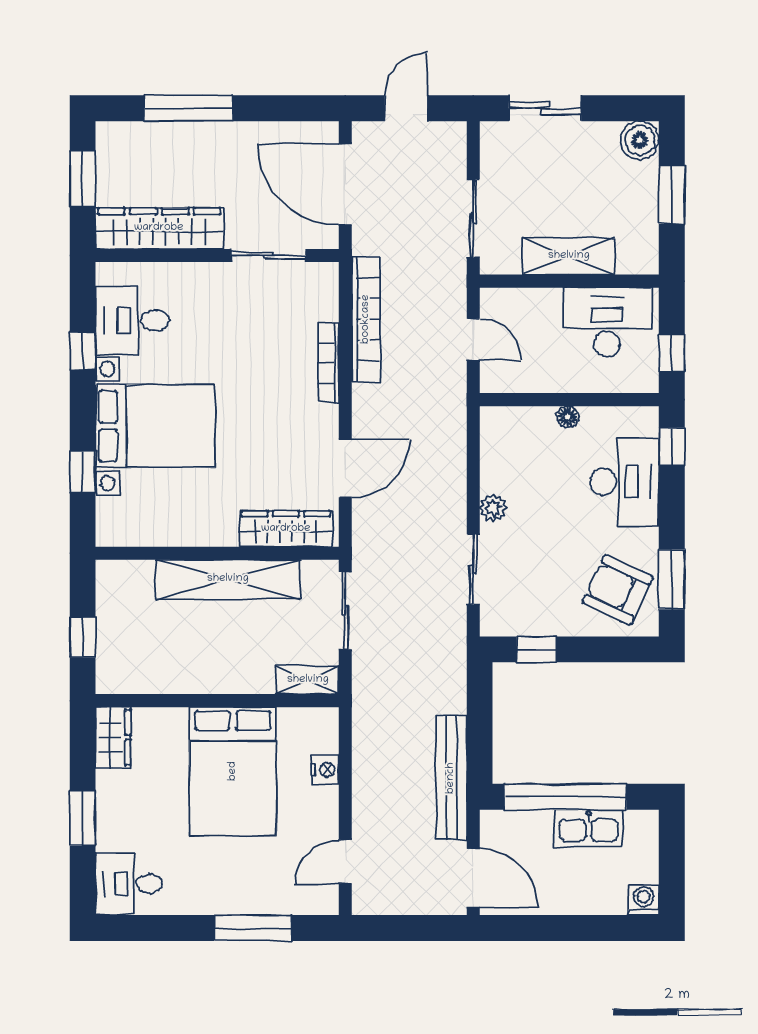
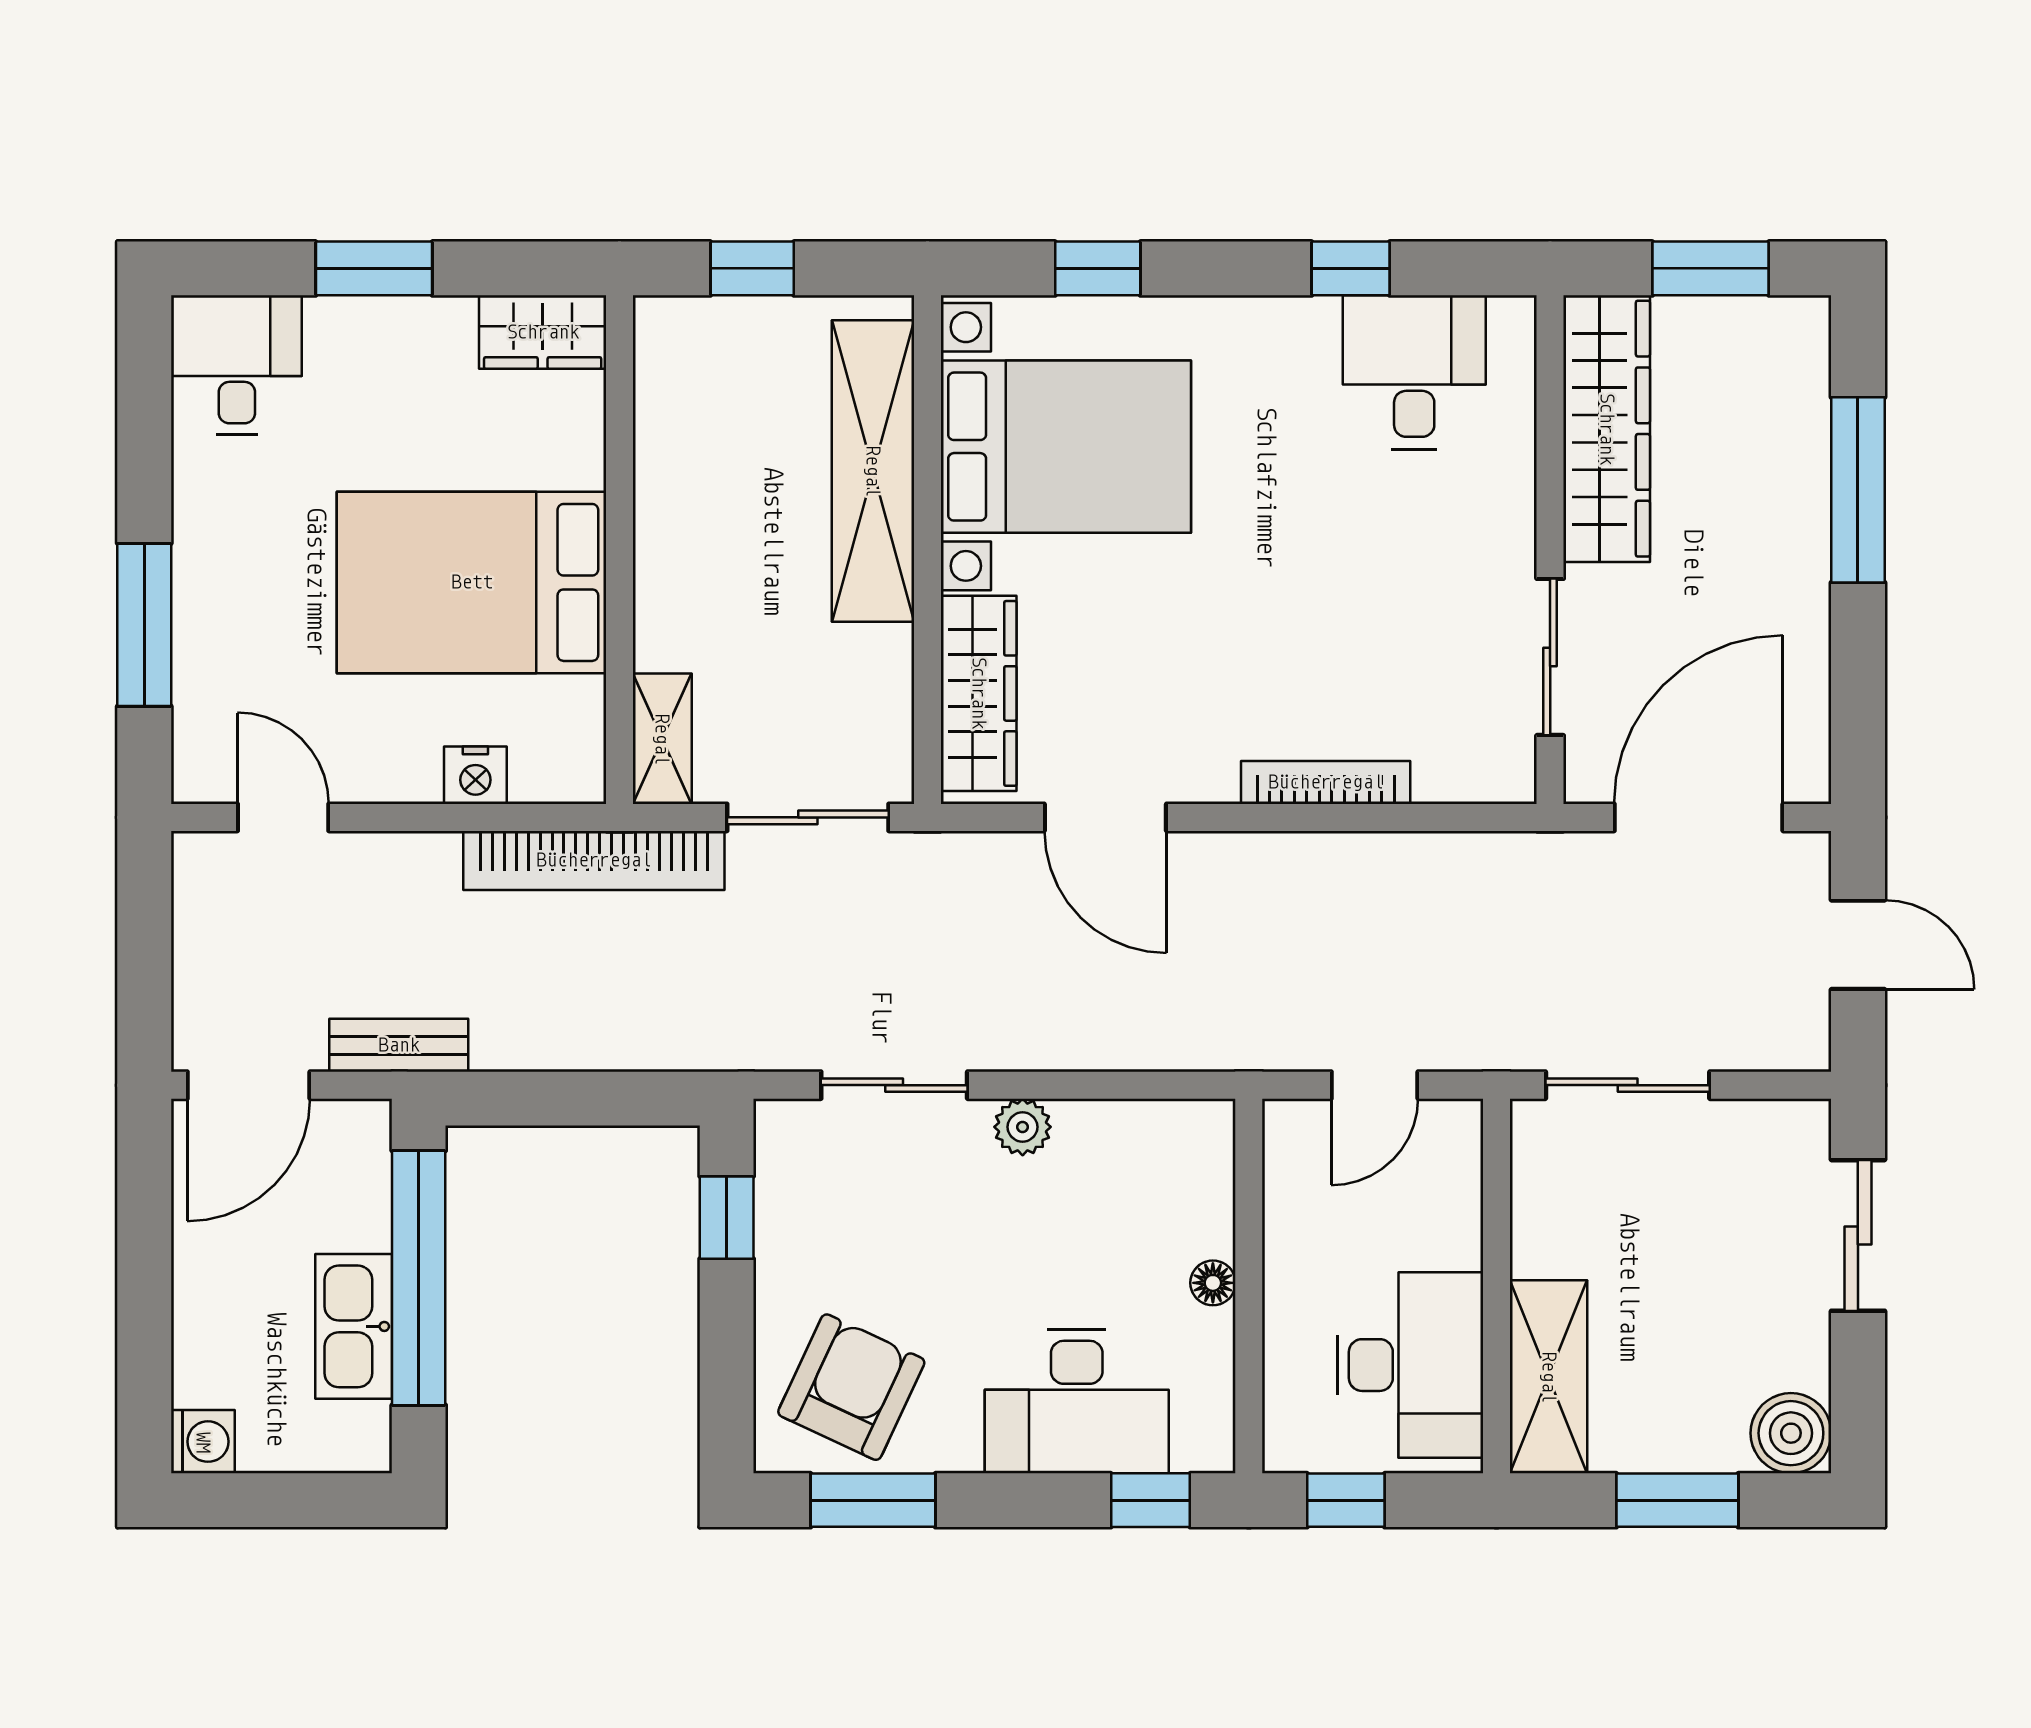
shelving: (569, 256) -> (1549, 1377), moved
bookcase: (366, 319) -> (594, 860), moved
bed with nightstands: (155, 426) -> (1066, 447), moved, turned -90
shelving: (228, 579) -> (873, 471), moved
bench: (451, 778) -> (399, 1045), width x0.54, depth x0.82

